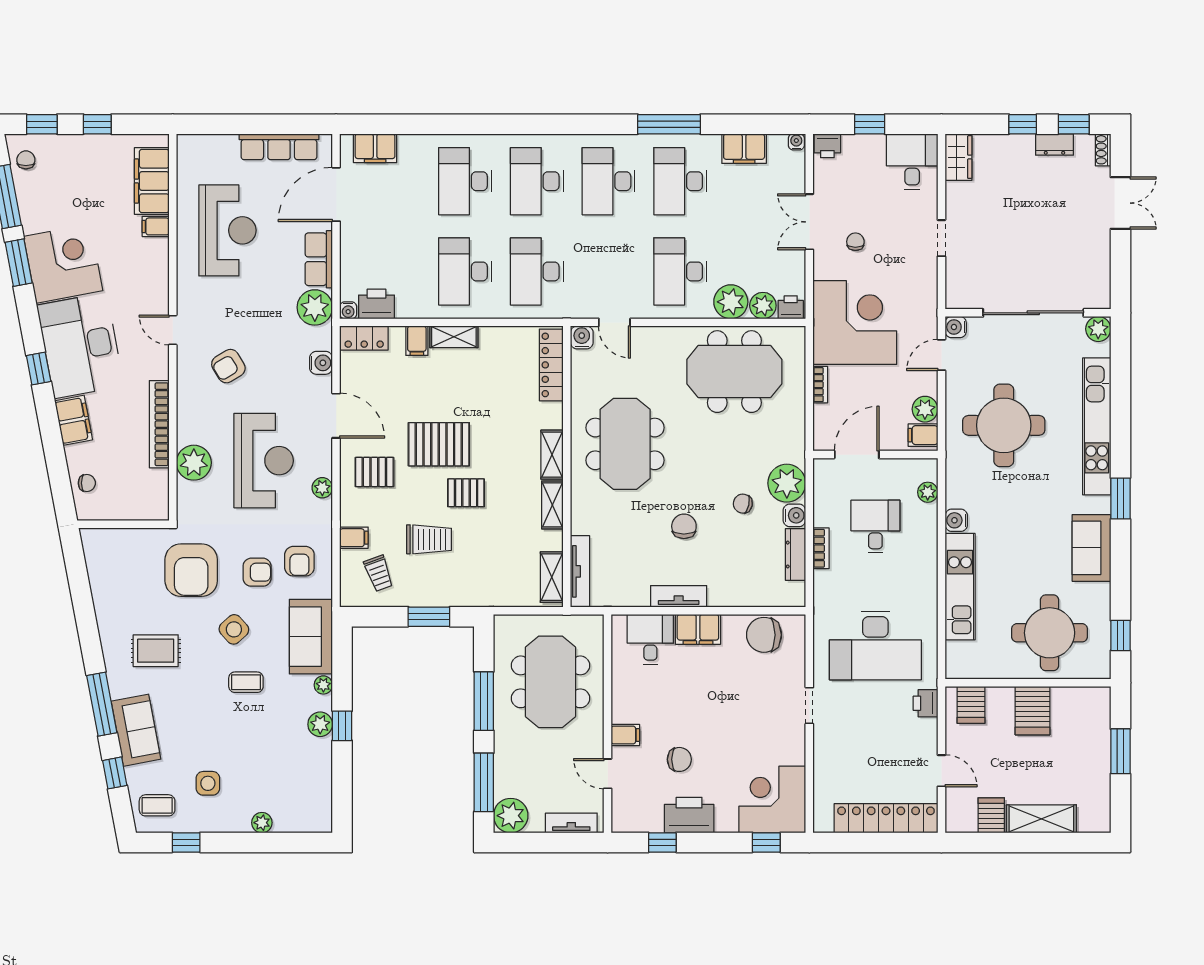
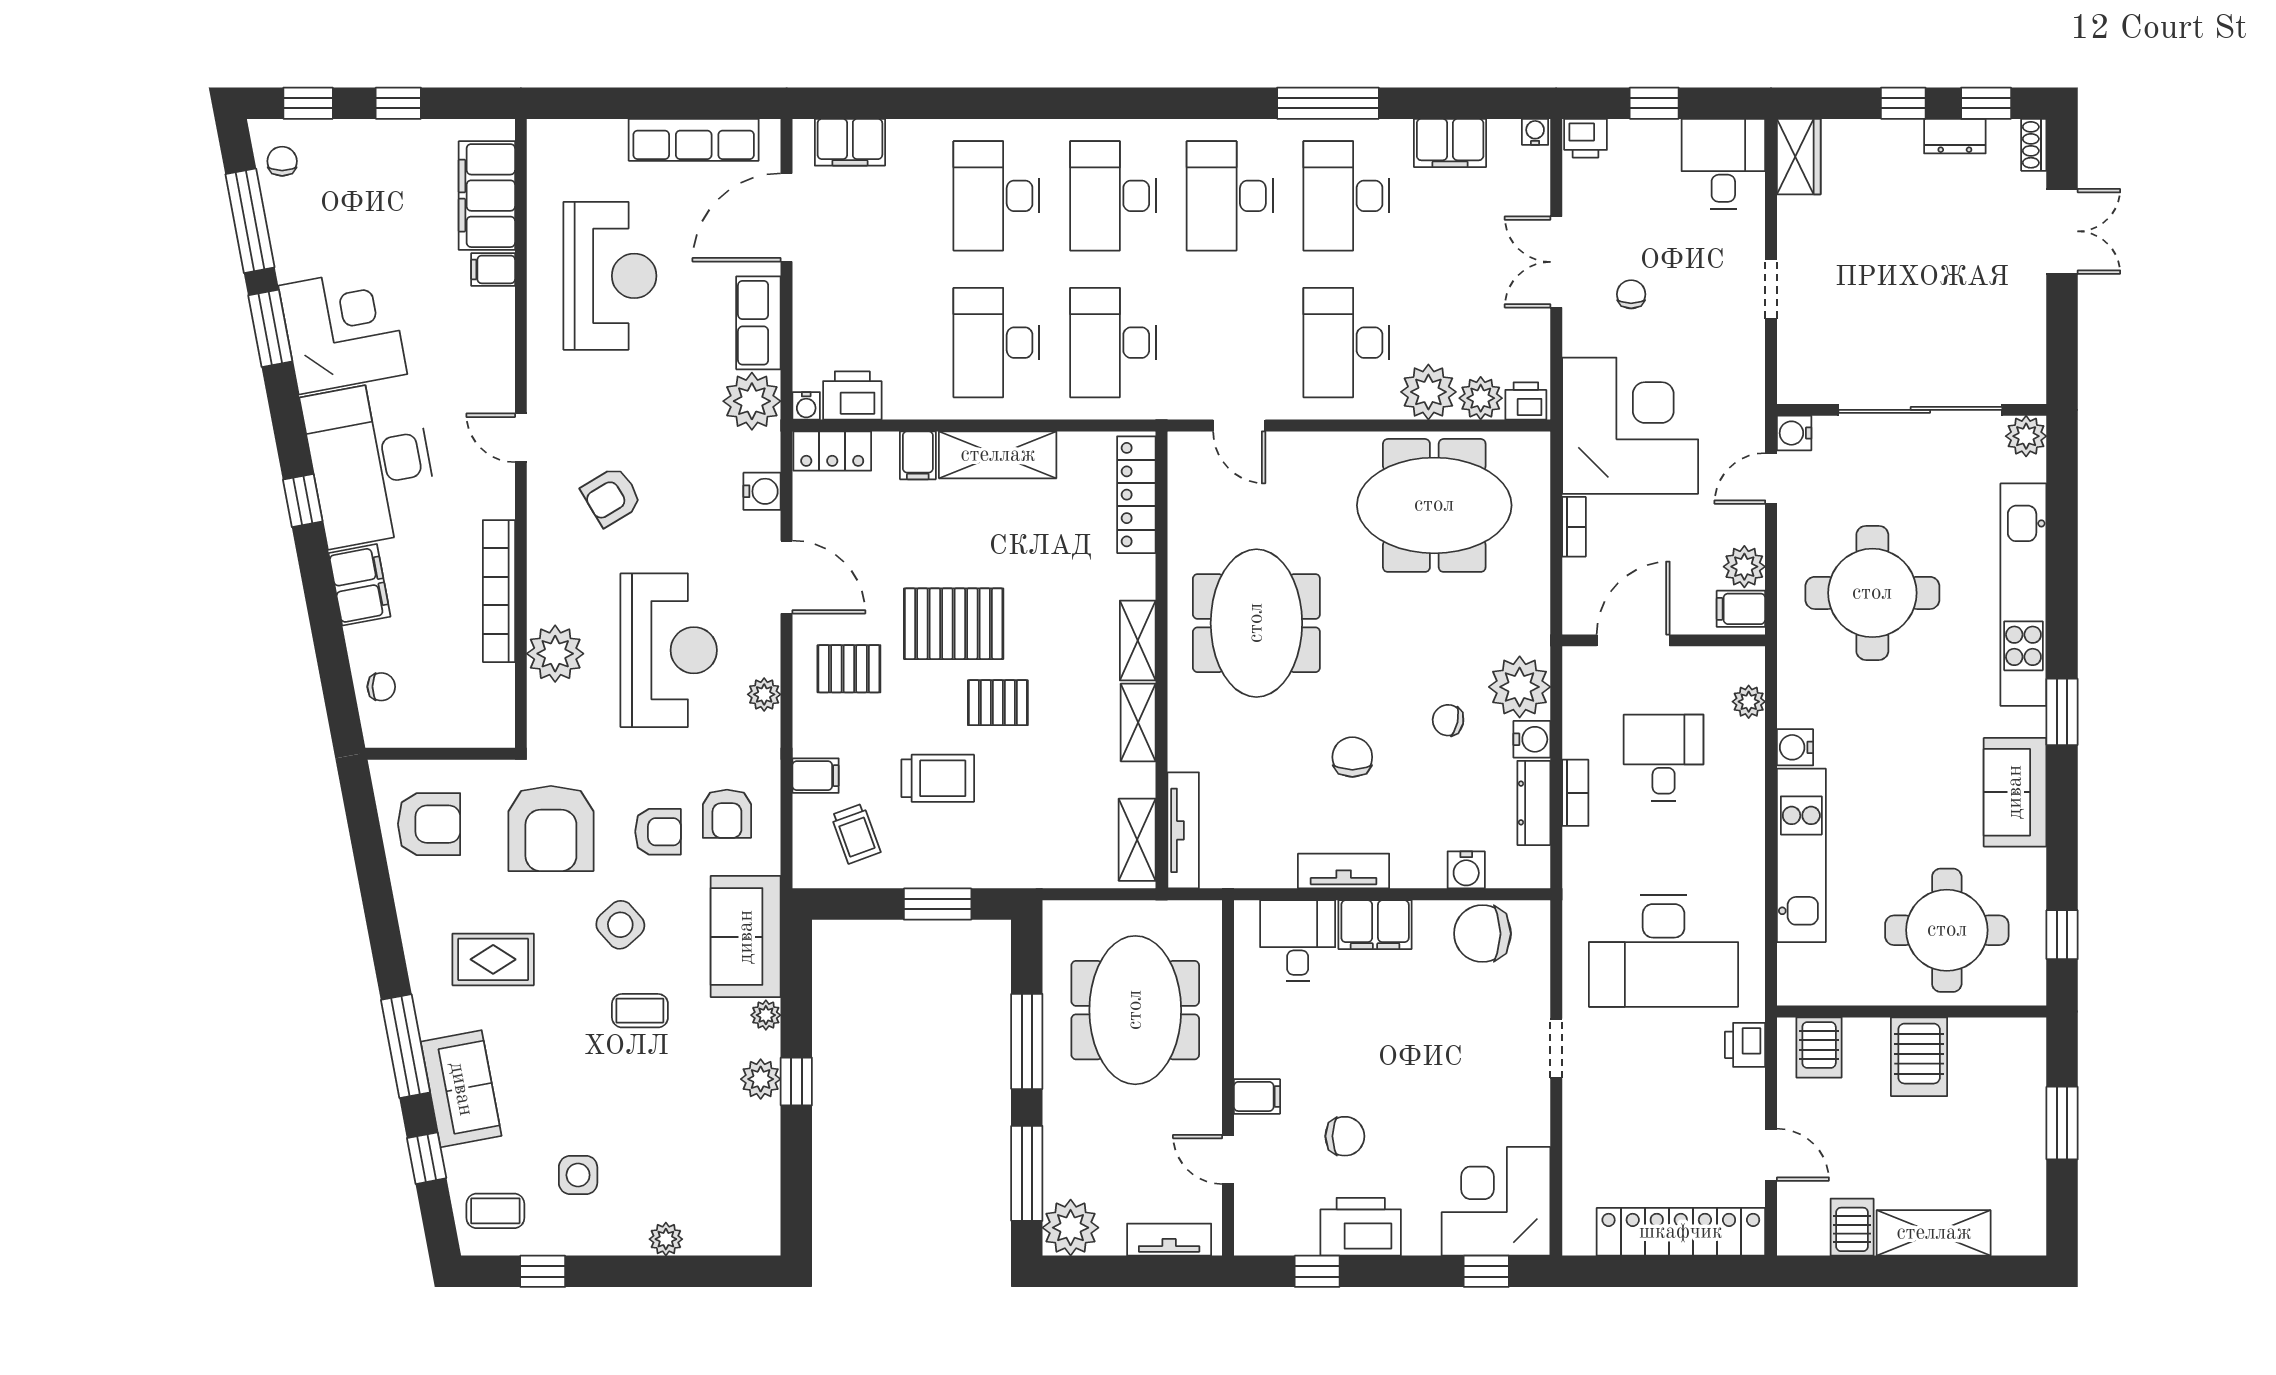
shelving: (454, 337) -> (998, 455), width x1.50, depth x1.33
water cooler: (582, 337) -> (1466, 870), moved, turned 180
armchair: (116, 568) -> (429, 824), added

